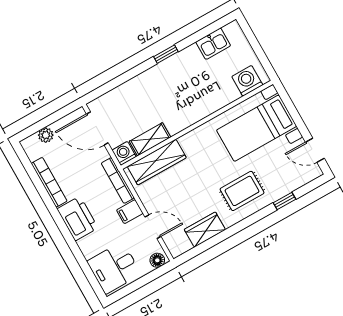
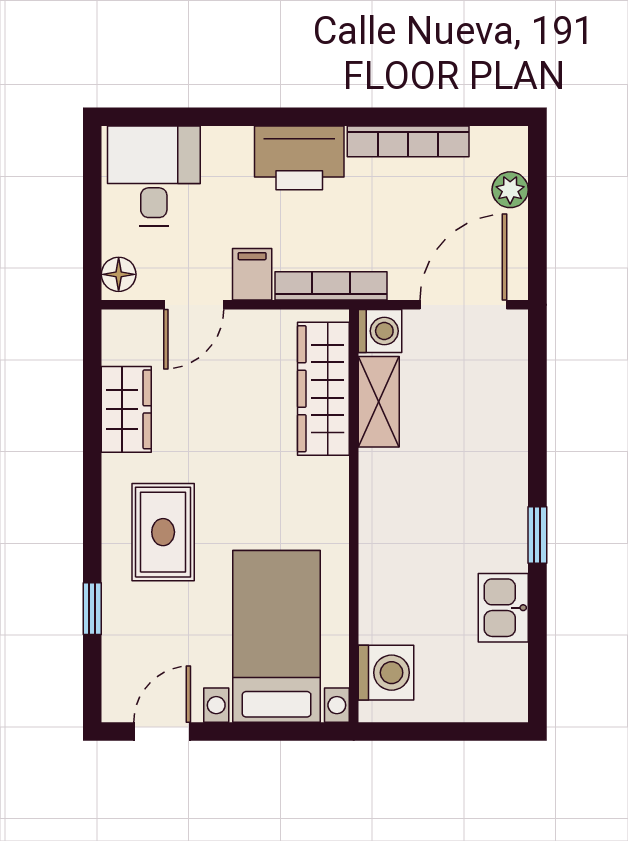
kitchen sink: (213, 44) -> (503, 608), moved

